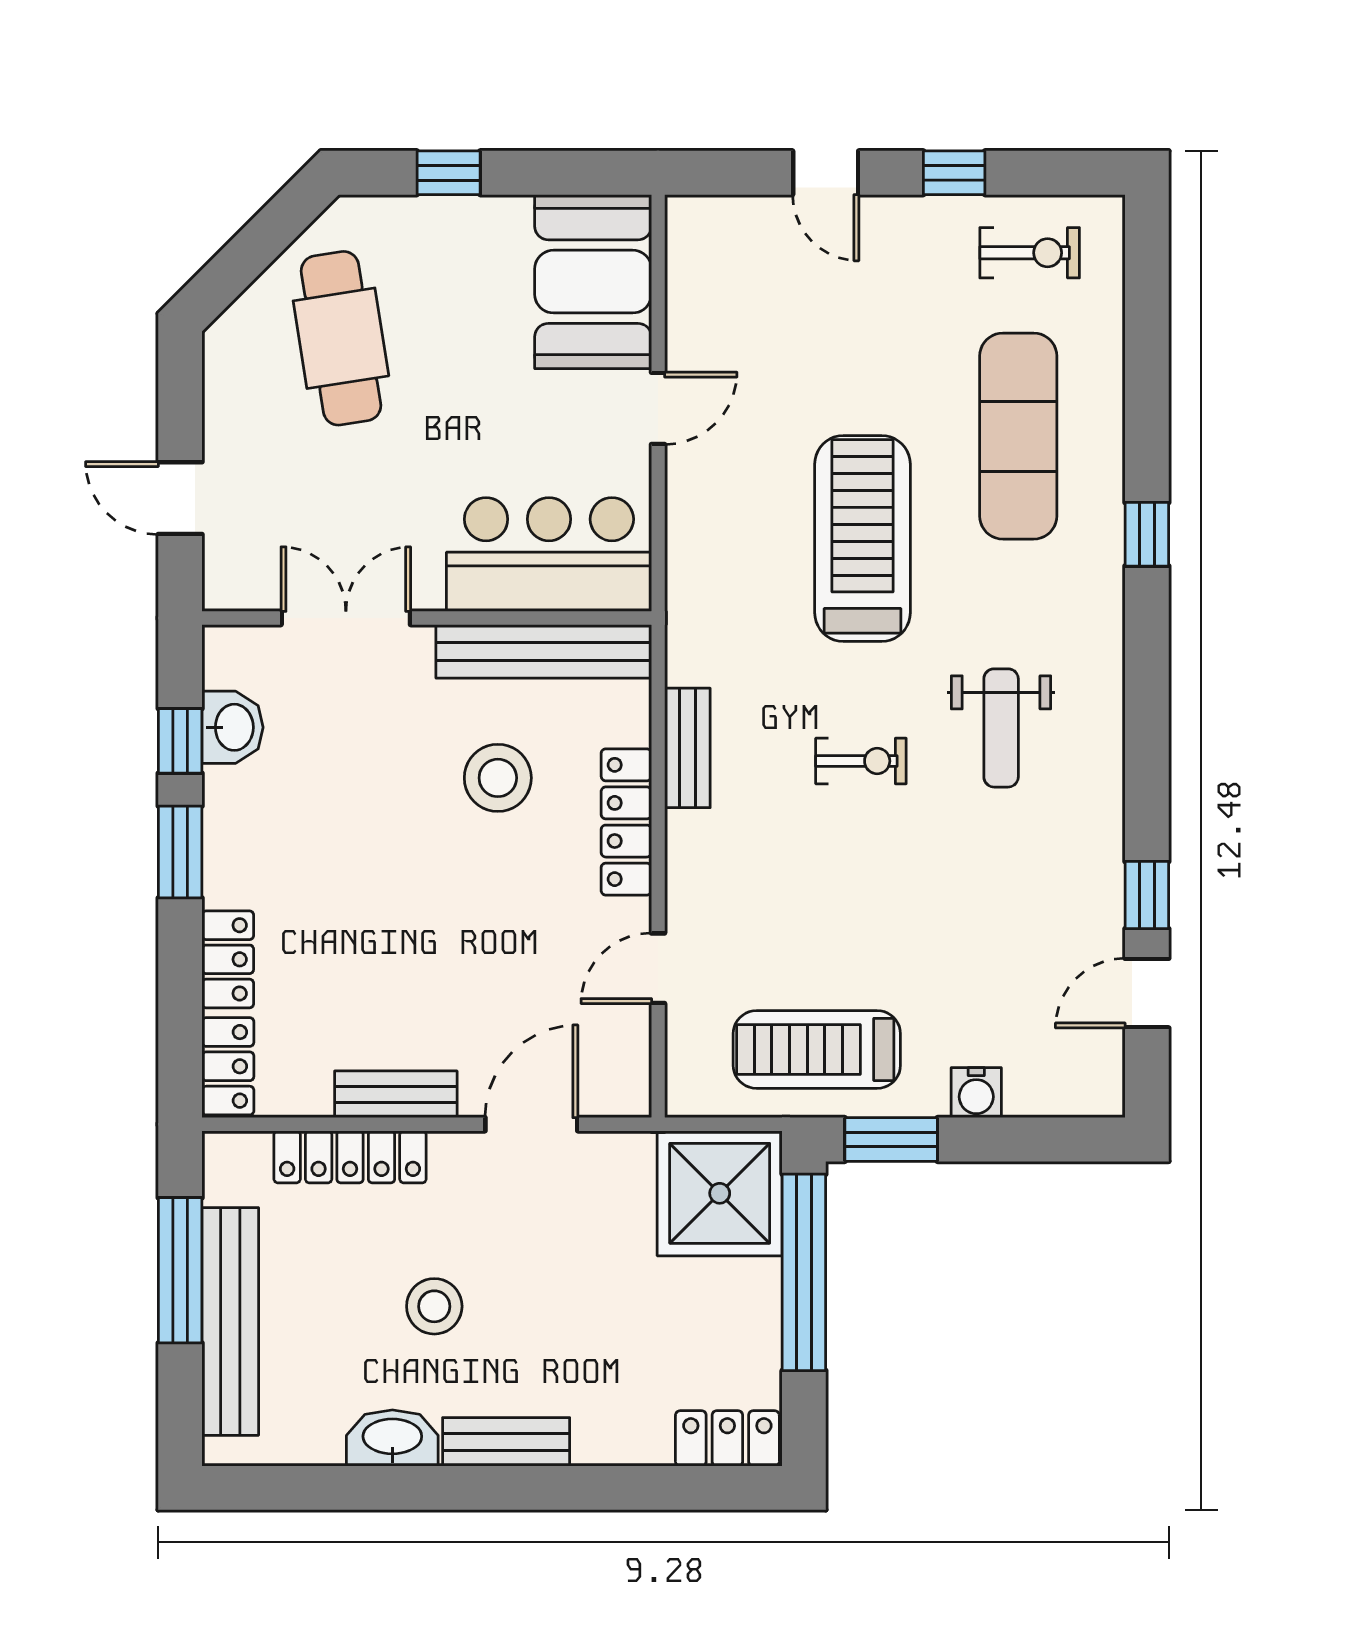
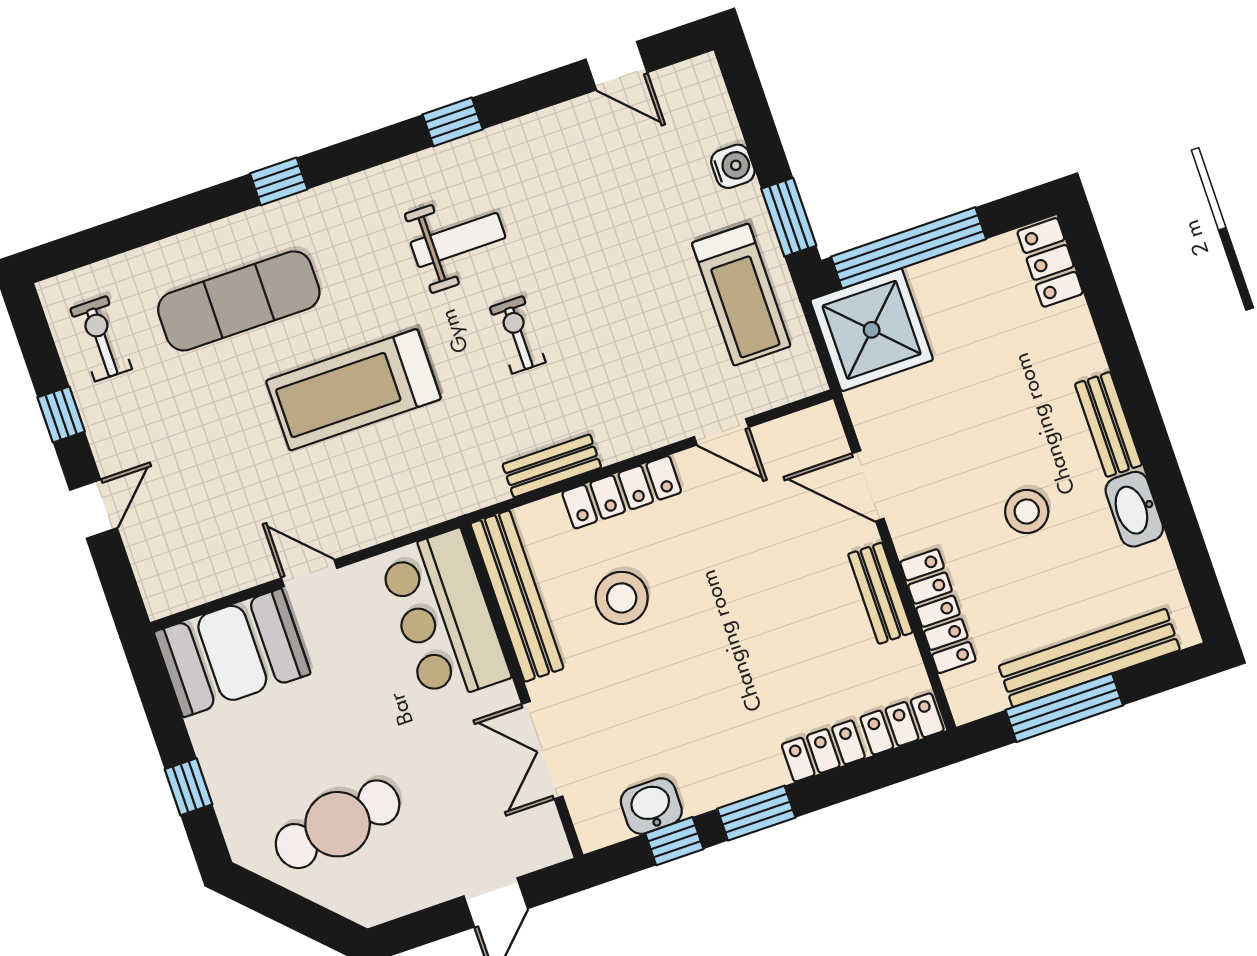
window: (1147, 895) -> (453, 122), moved

